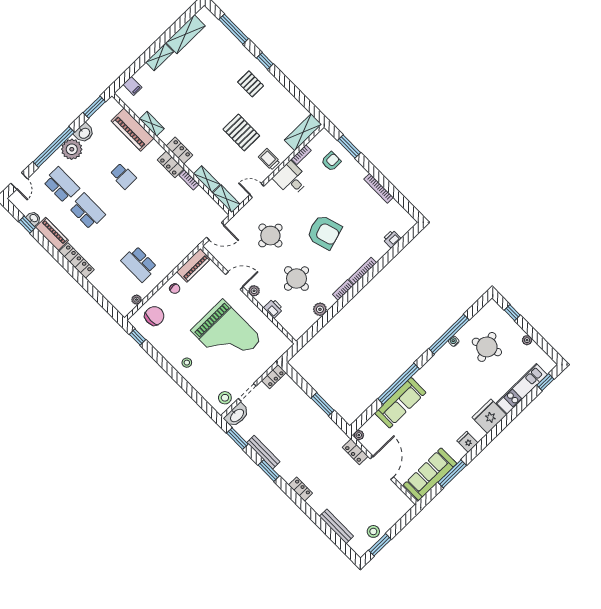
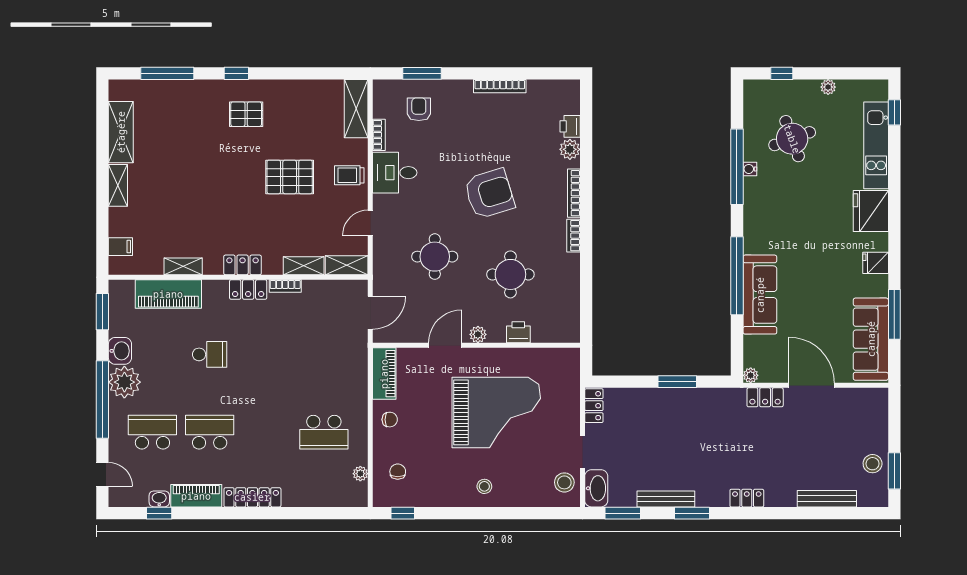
plant: (320, 309) -> (570, 149), moved
chair: (154, 316) -> (398, 472), width x0.54, depth x0.54

